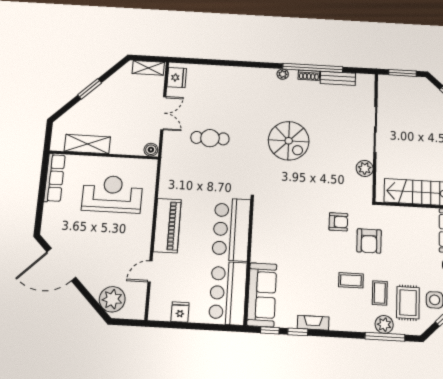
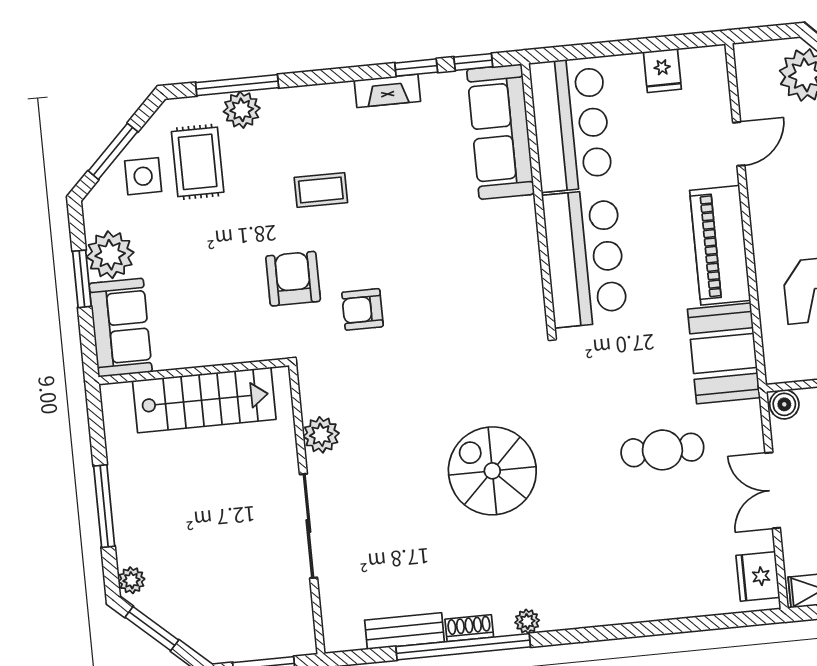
booth: (174, 176) -> (724, 353), added
coffee table: (380, 293) -> (258, 173), removed

